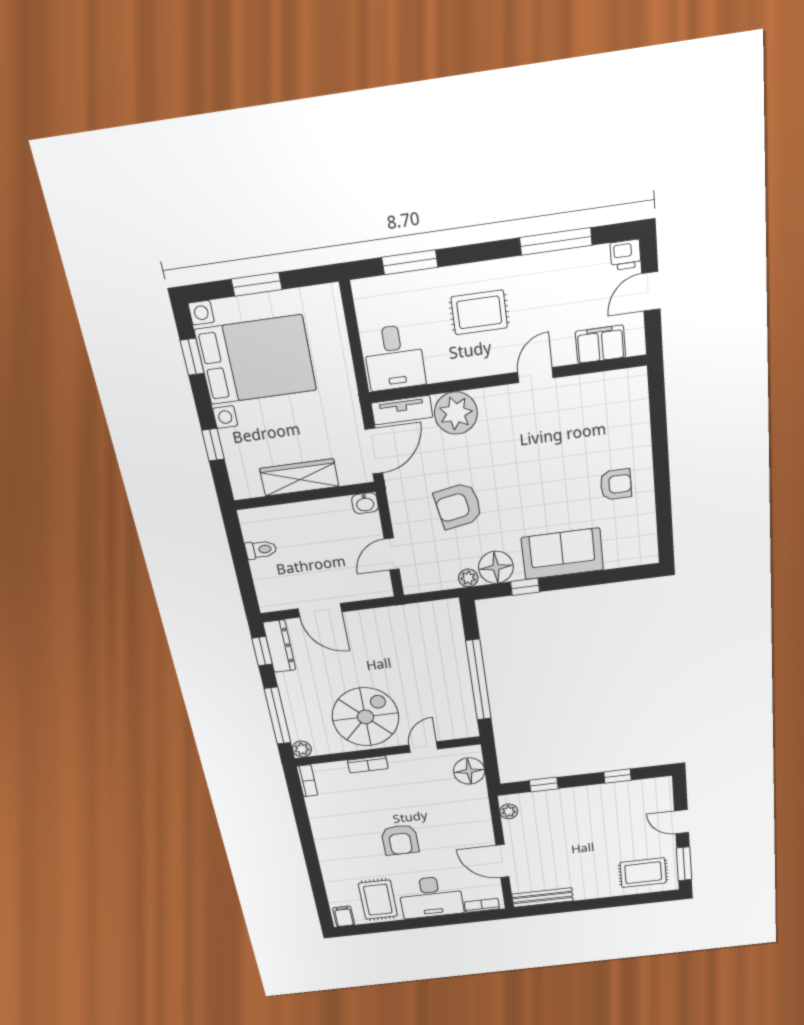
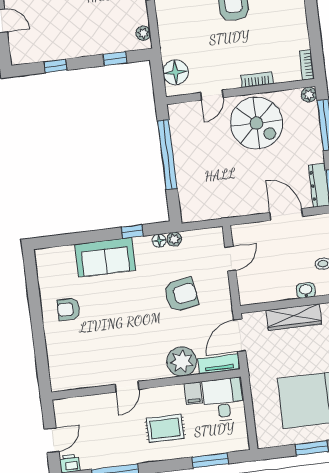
filing cabinet: (600, 344) -> (193, 393), moved, width x0.50
washbasin: (365, 503) -> (306, 290), moved
floor lamp: (496, 567) -> (159, 241), width x0.53, depth x0.53
spiral stairs: (366, 717) -> (257, 123), turned -90

